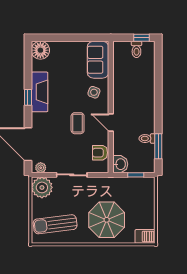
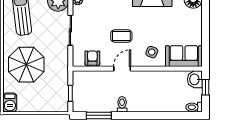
window: (141, 38) -> (205, 87), moved
toilet: (136, 49) -> (194, 107), moved
toilet: (147, 139) -> (122, 104), moved
washbasin: (120, 164) -> (195, 79), moved, turned 90

